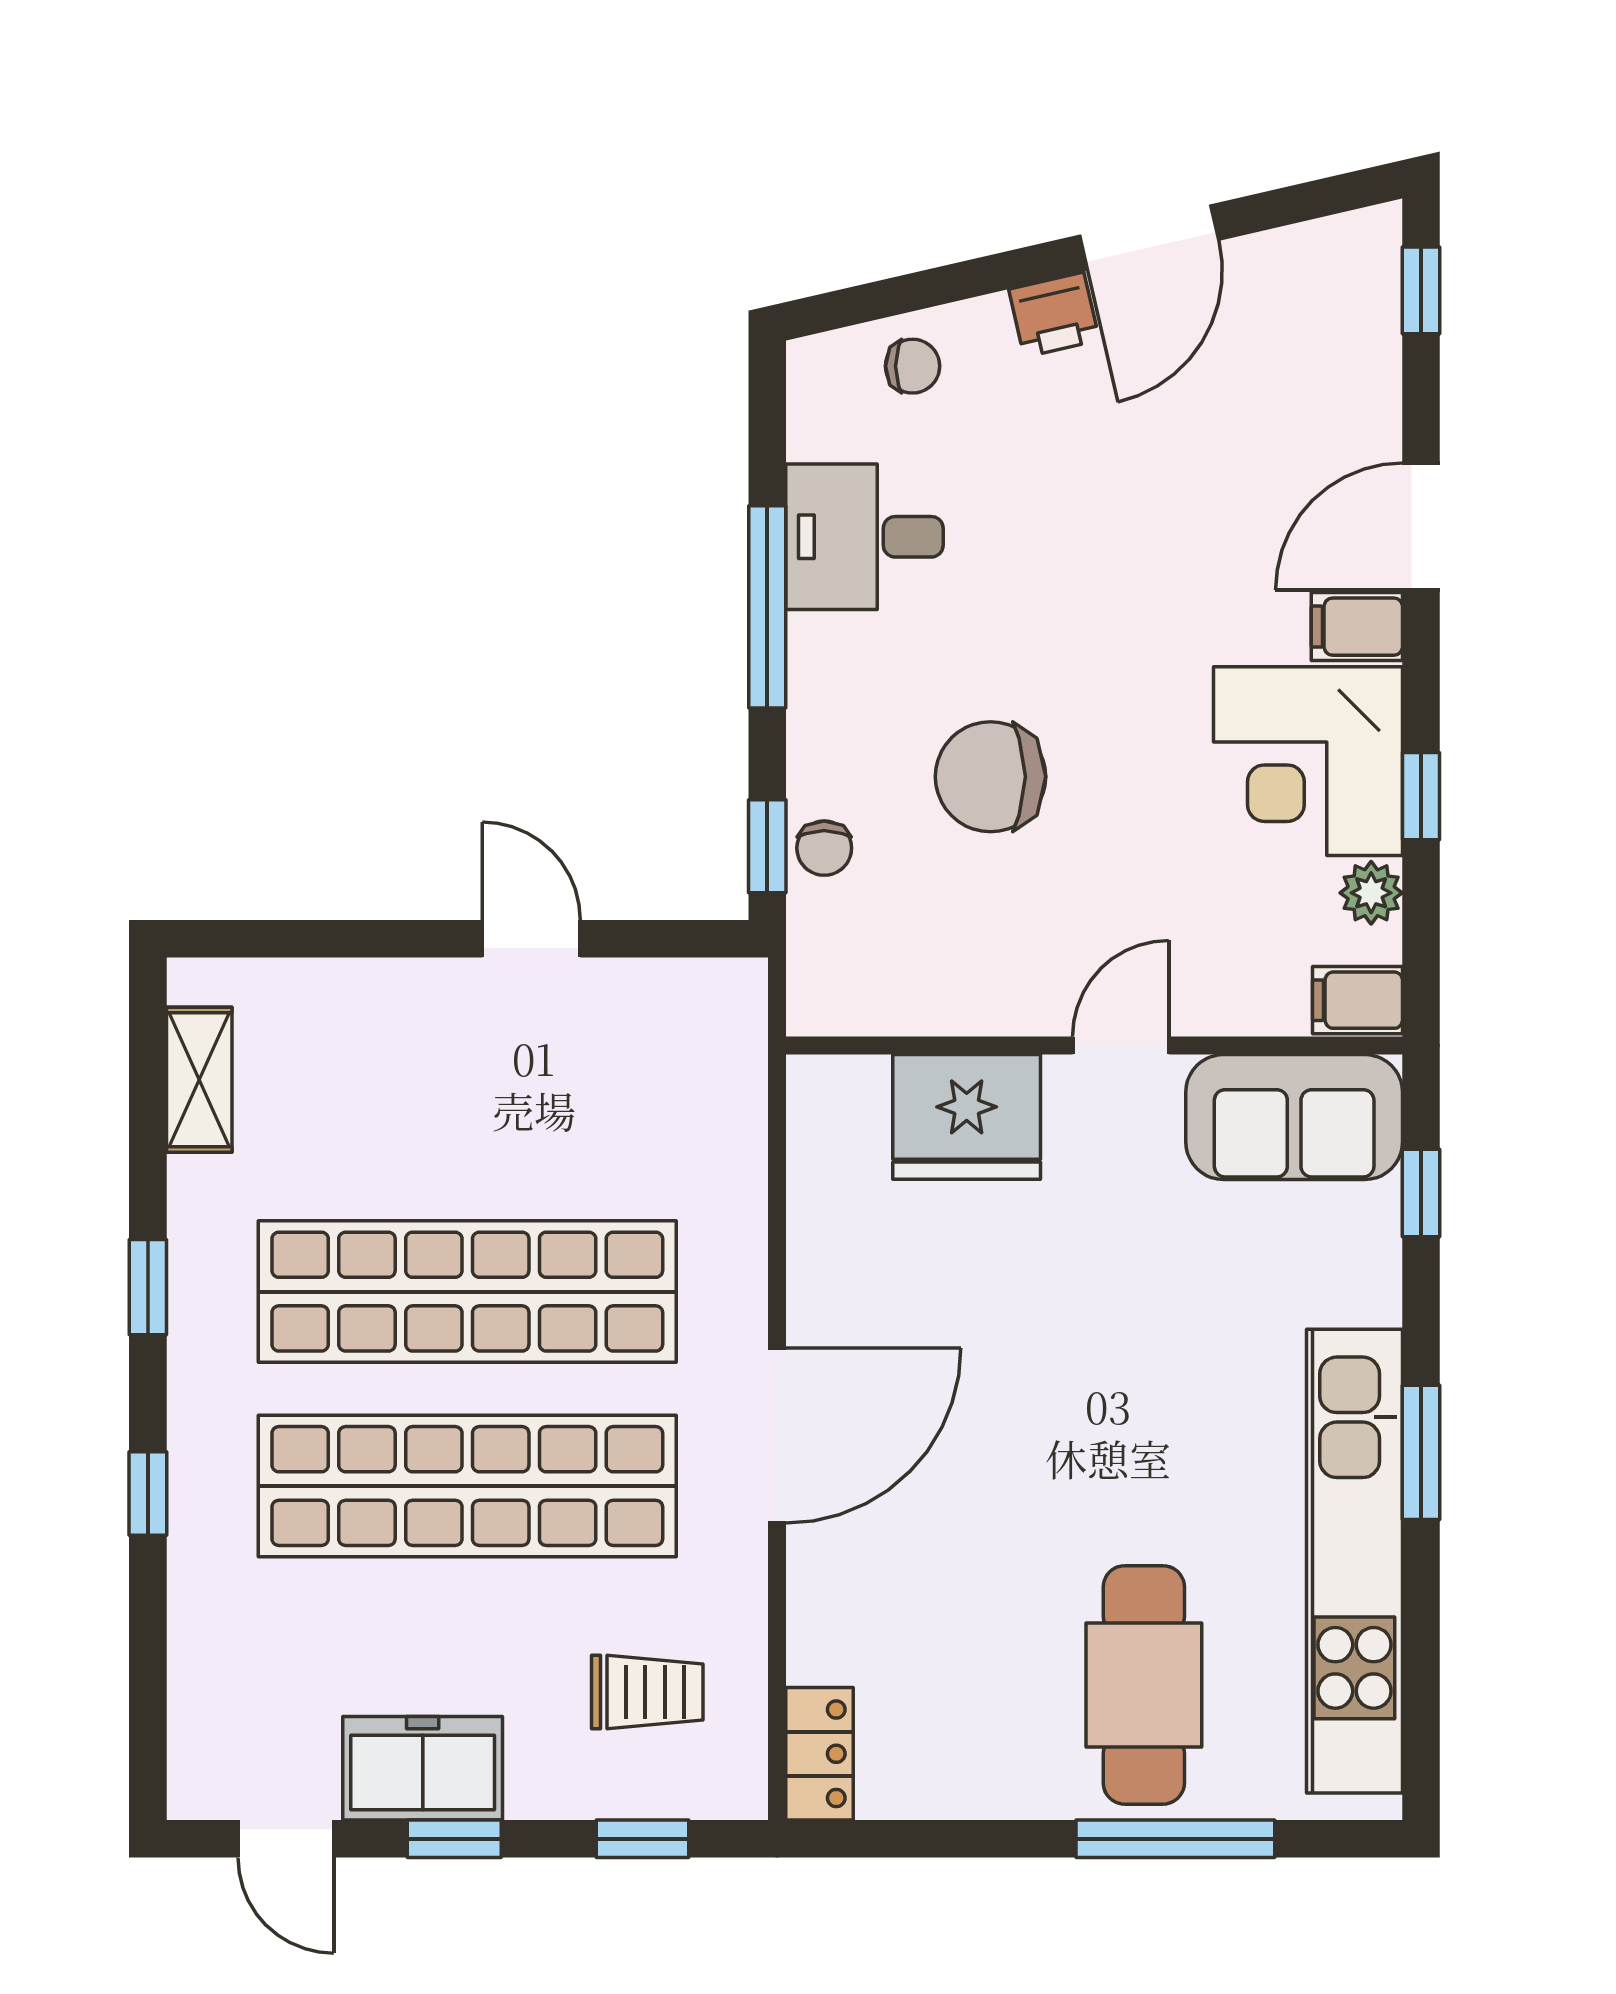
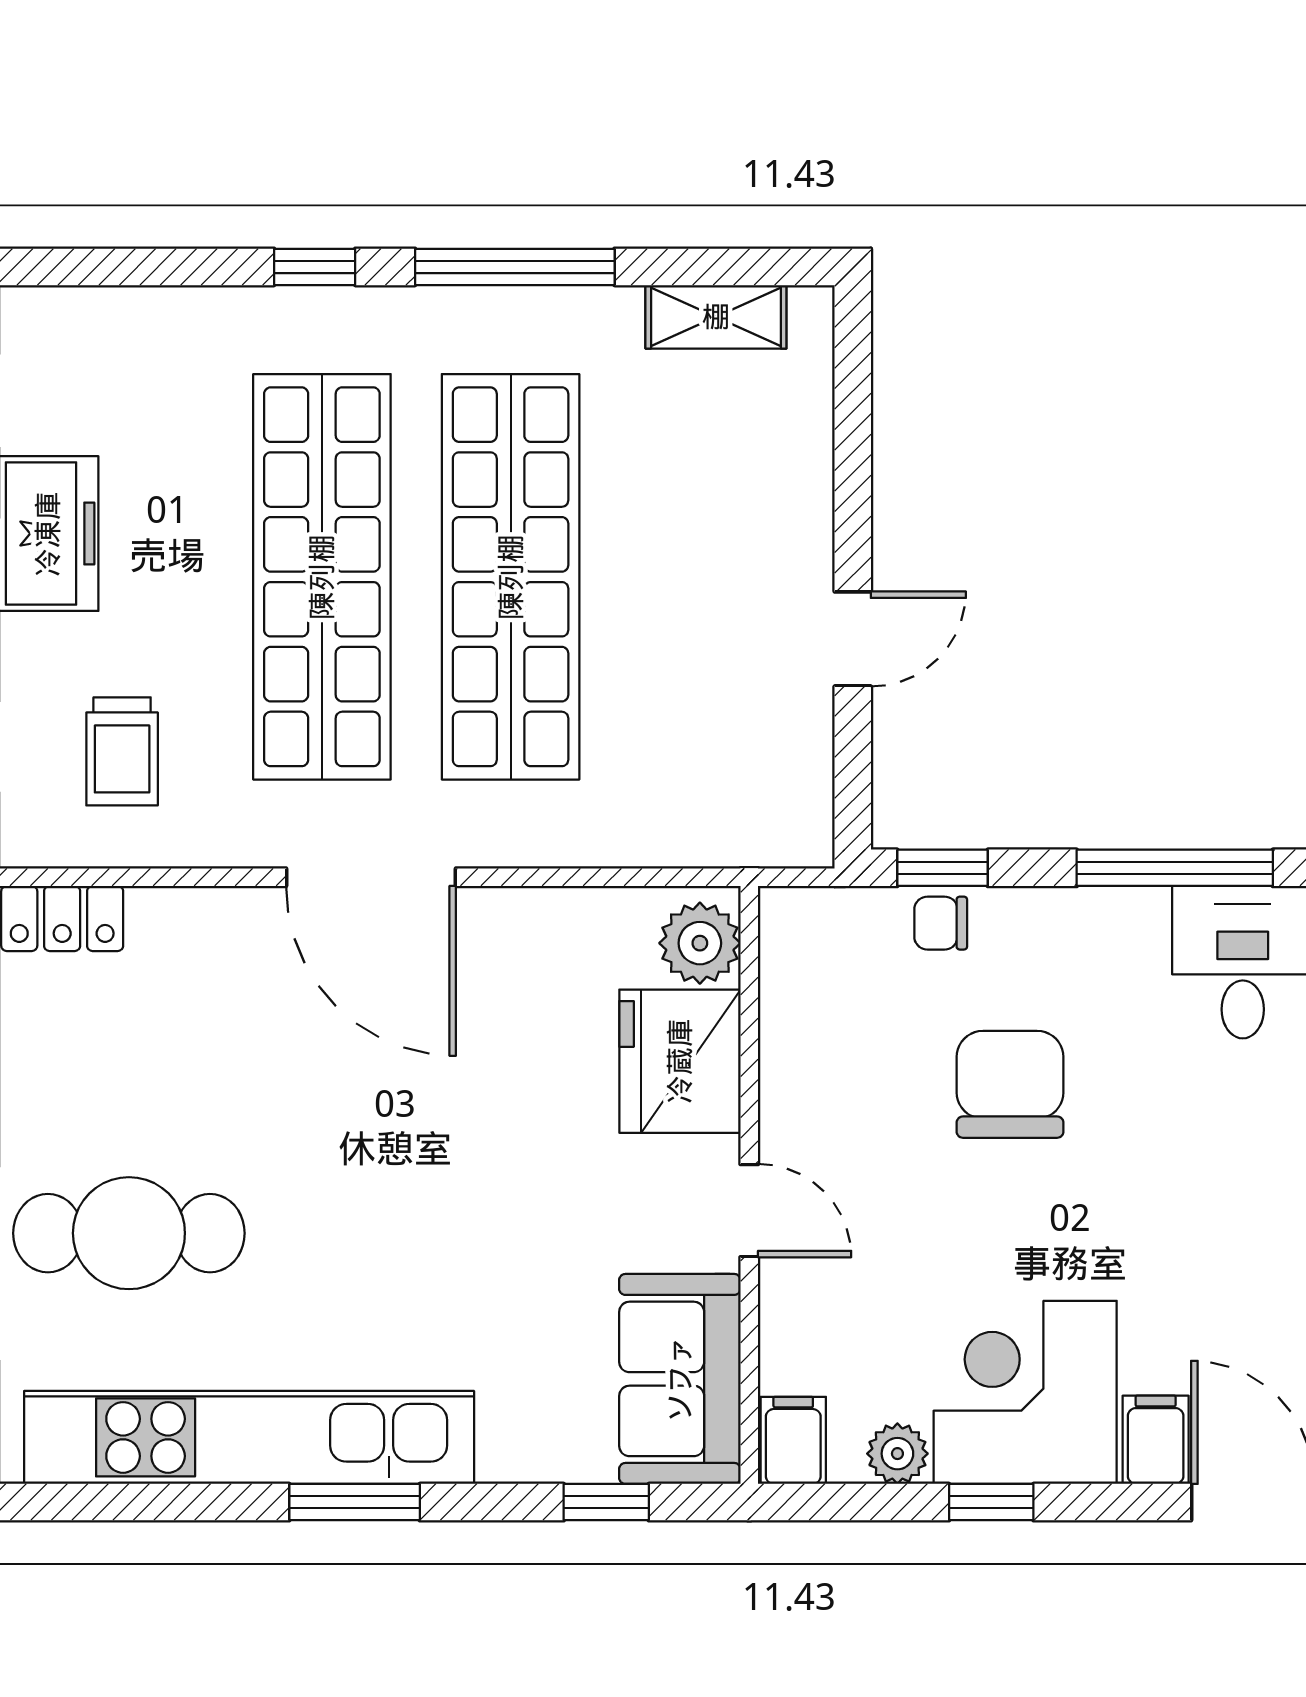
plant: (845, 1096) -> (700, 943), added
window: (148, 1287) -> (515, 267), width x2.17

